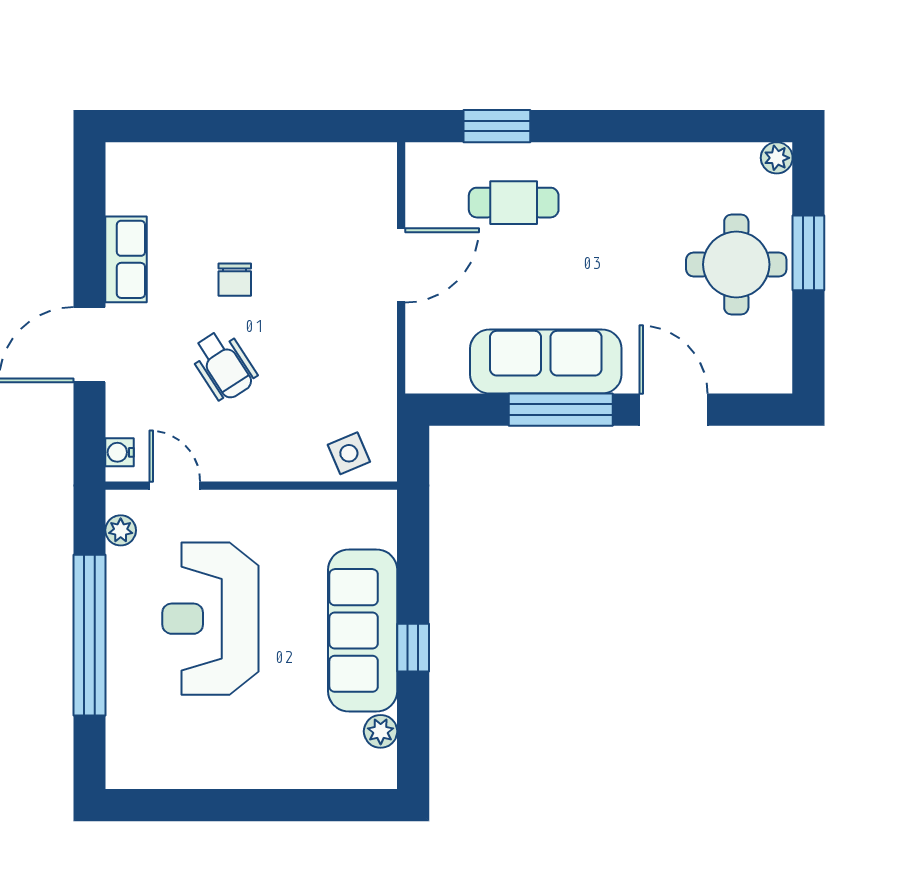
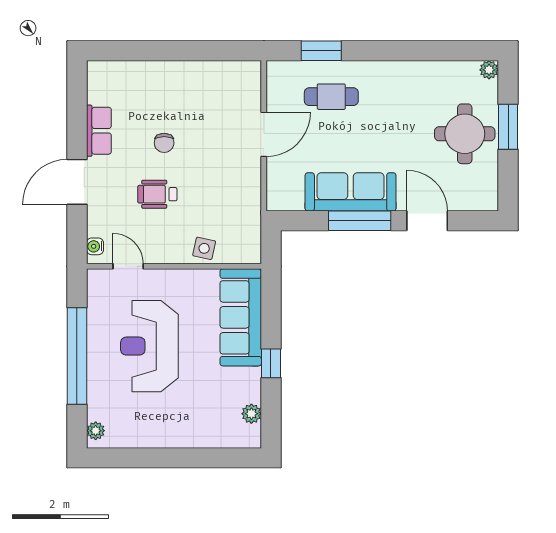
wheelchair: (224, 365) -> (157, 194), turned 123
side table: (349, 453) -> (204, 248), moved, turned 35
plant: (121, 530) -> (96, 431), moved
sofa: (363, 630) -> (241, 317), moved

